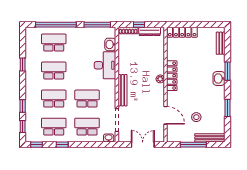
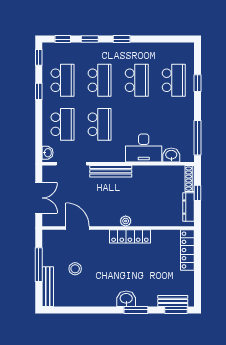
window: (56, 25) -> (197, 83), width x0.32
window: (23, 64) -> (122, 39), moved
window: (227, 108) -> (176, 310), moved
door: (165, 115) -> (78, 228), swing flipped

